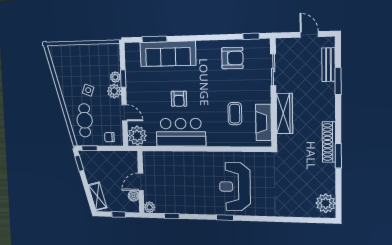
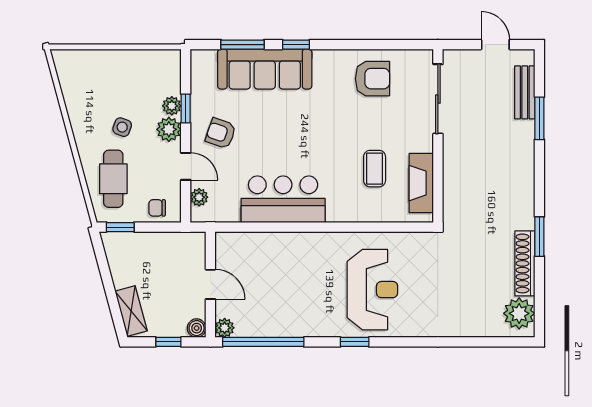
window: (251, 36) -> (296, 45), moved
sliding door: (273, 70) -> (438, 99), width x1.37
armchair: (179, 99) -> (221, 133), moved, turned 109
wardrobe: (284, 113) -> (455, 169), removed
plant: (137, 136) -> (199, 197), width x0.53, depth x0.53
shoe rack: (329, 142) -> (525, 263), moved
window: (79, 163) -> (100, 253), removed
door: (141, 182) -> (210, 284), swing flipped
reception desk: (235, 187) -> (372, 290), turned 180
boiler: (134, 196) -> (197, 328), moved
window: (172, 216) -> (263, 342), width x3.17

